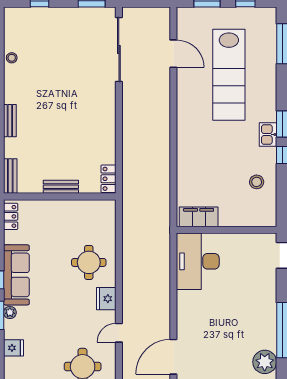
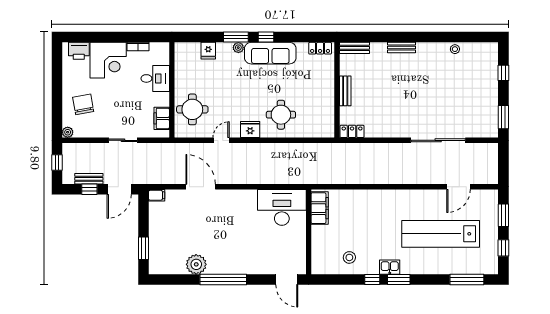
sliding door: (119, 49) -> (438, 140), moved
door: (119, 333) -> (221, 140), hinge flipped

